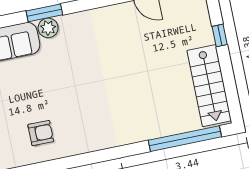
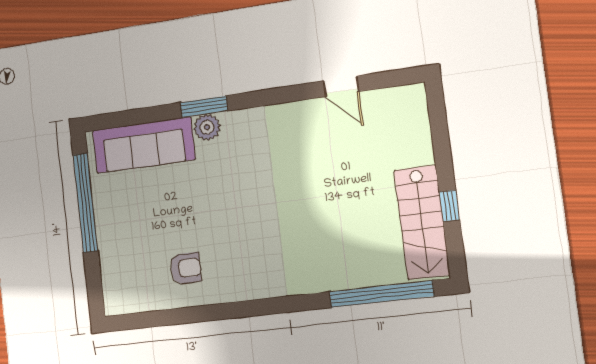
window: (220, 36) -> (449, 206), moved

